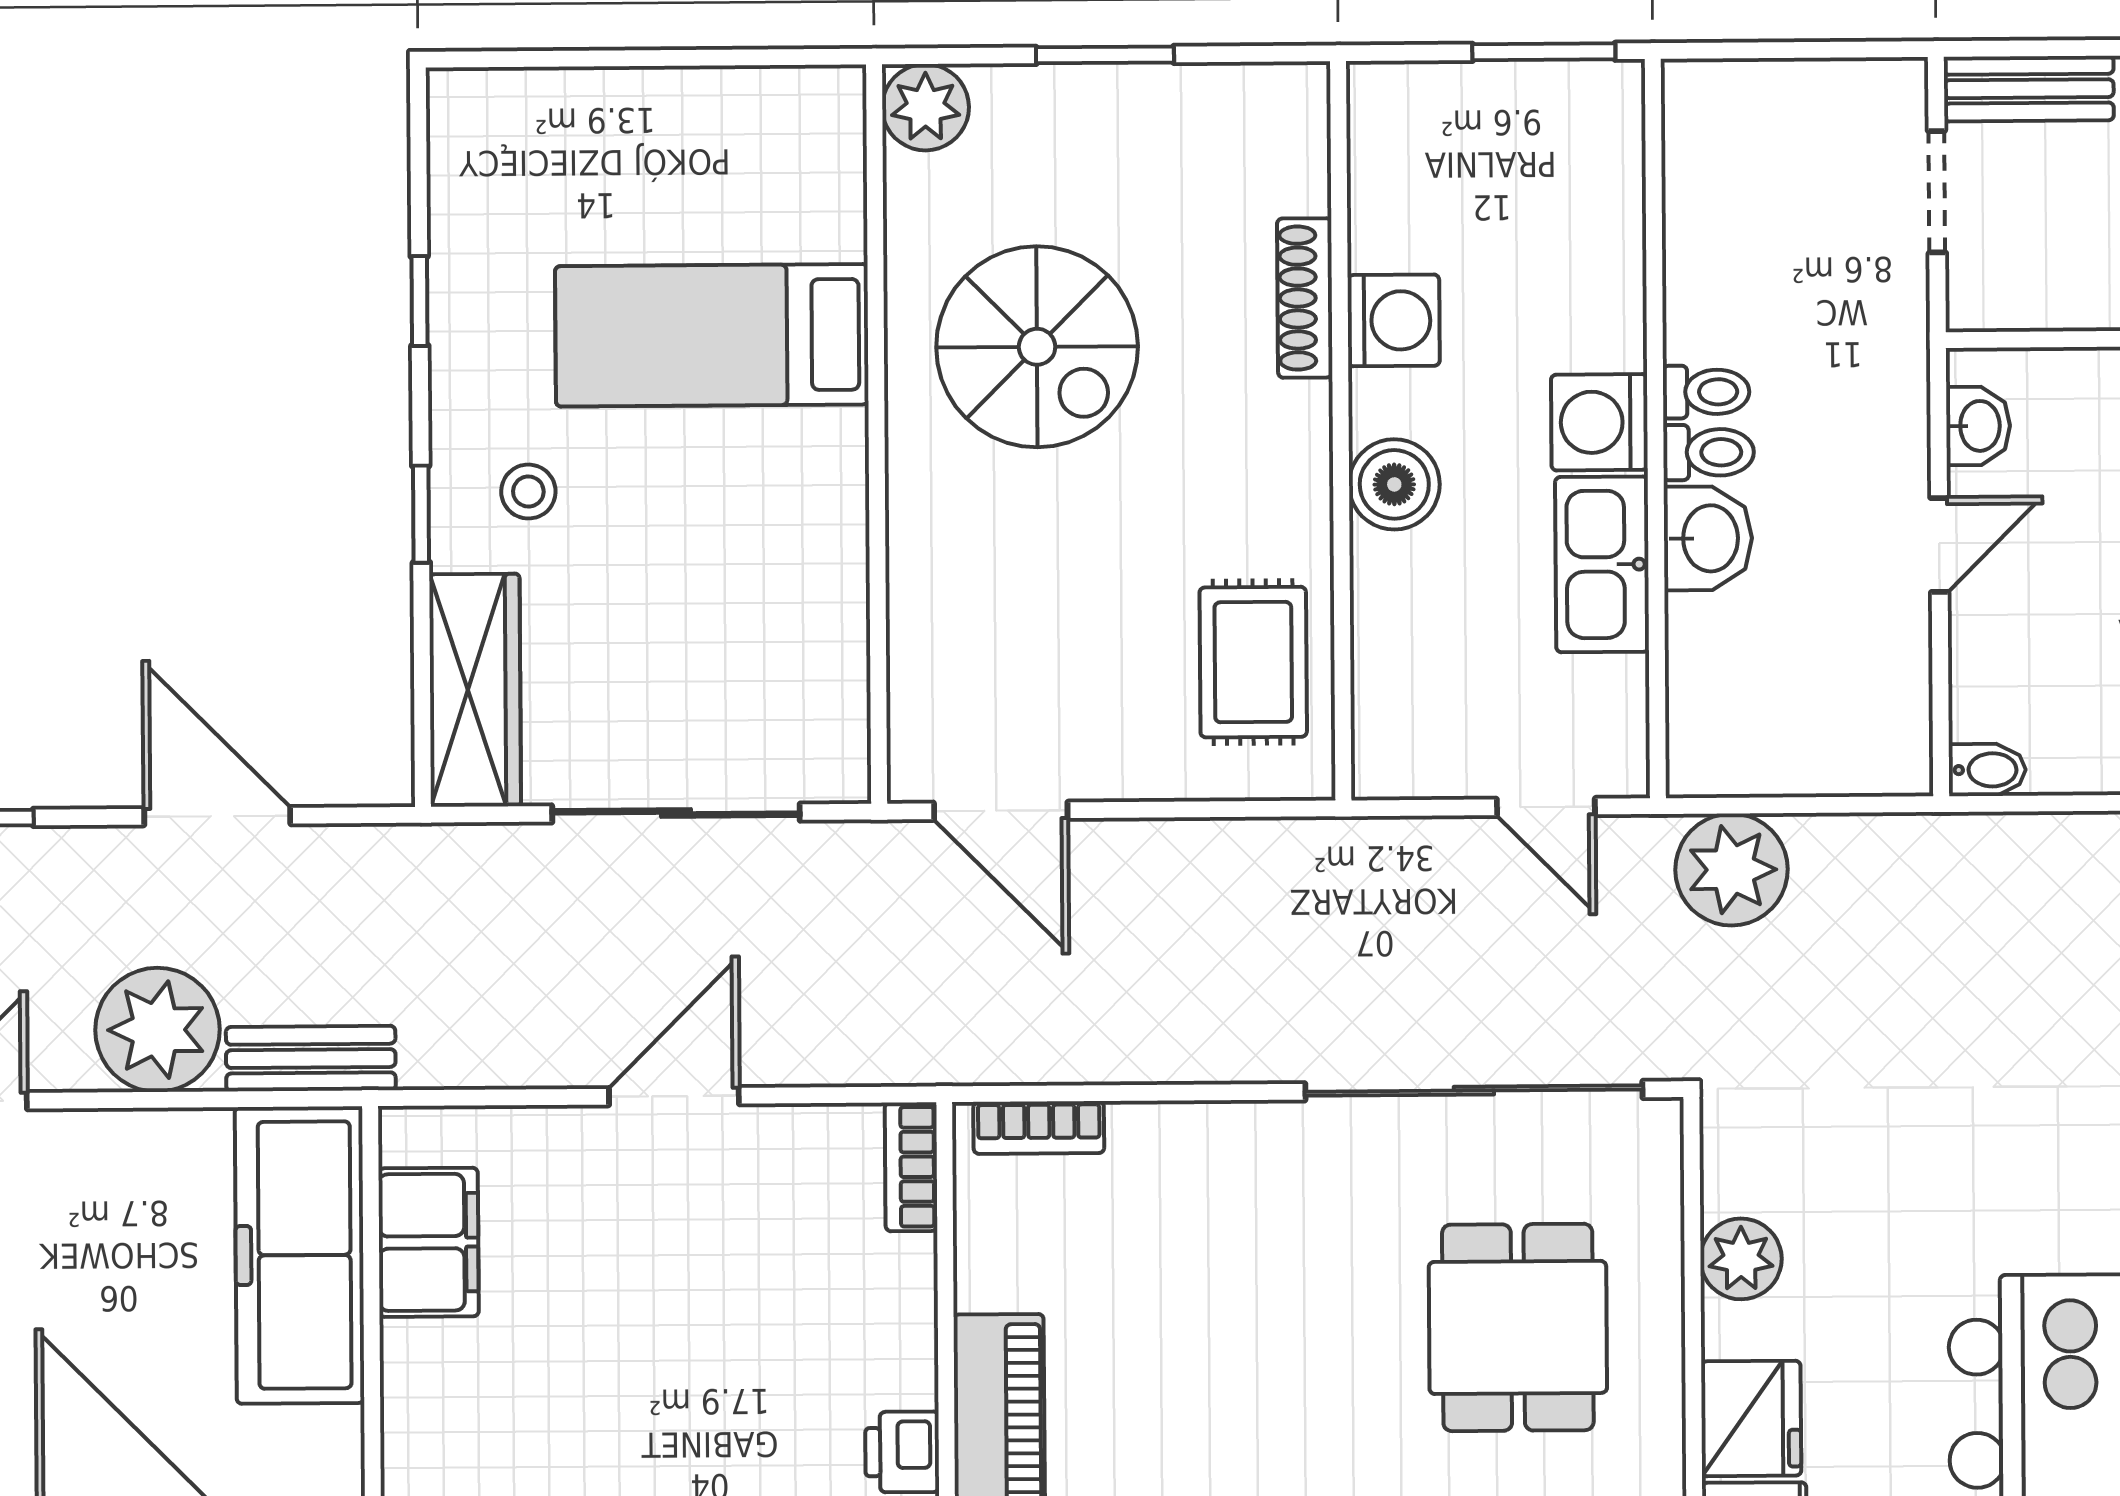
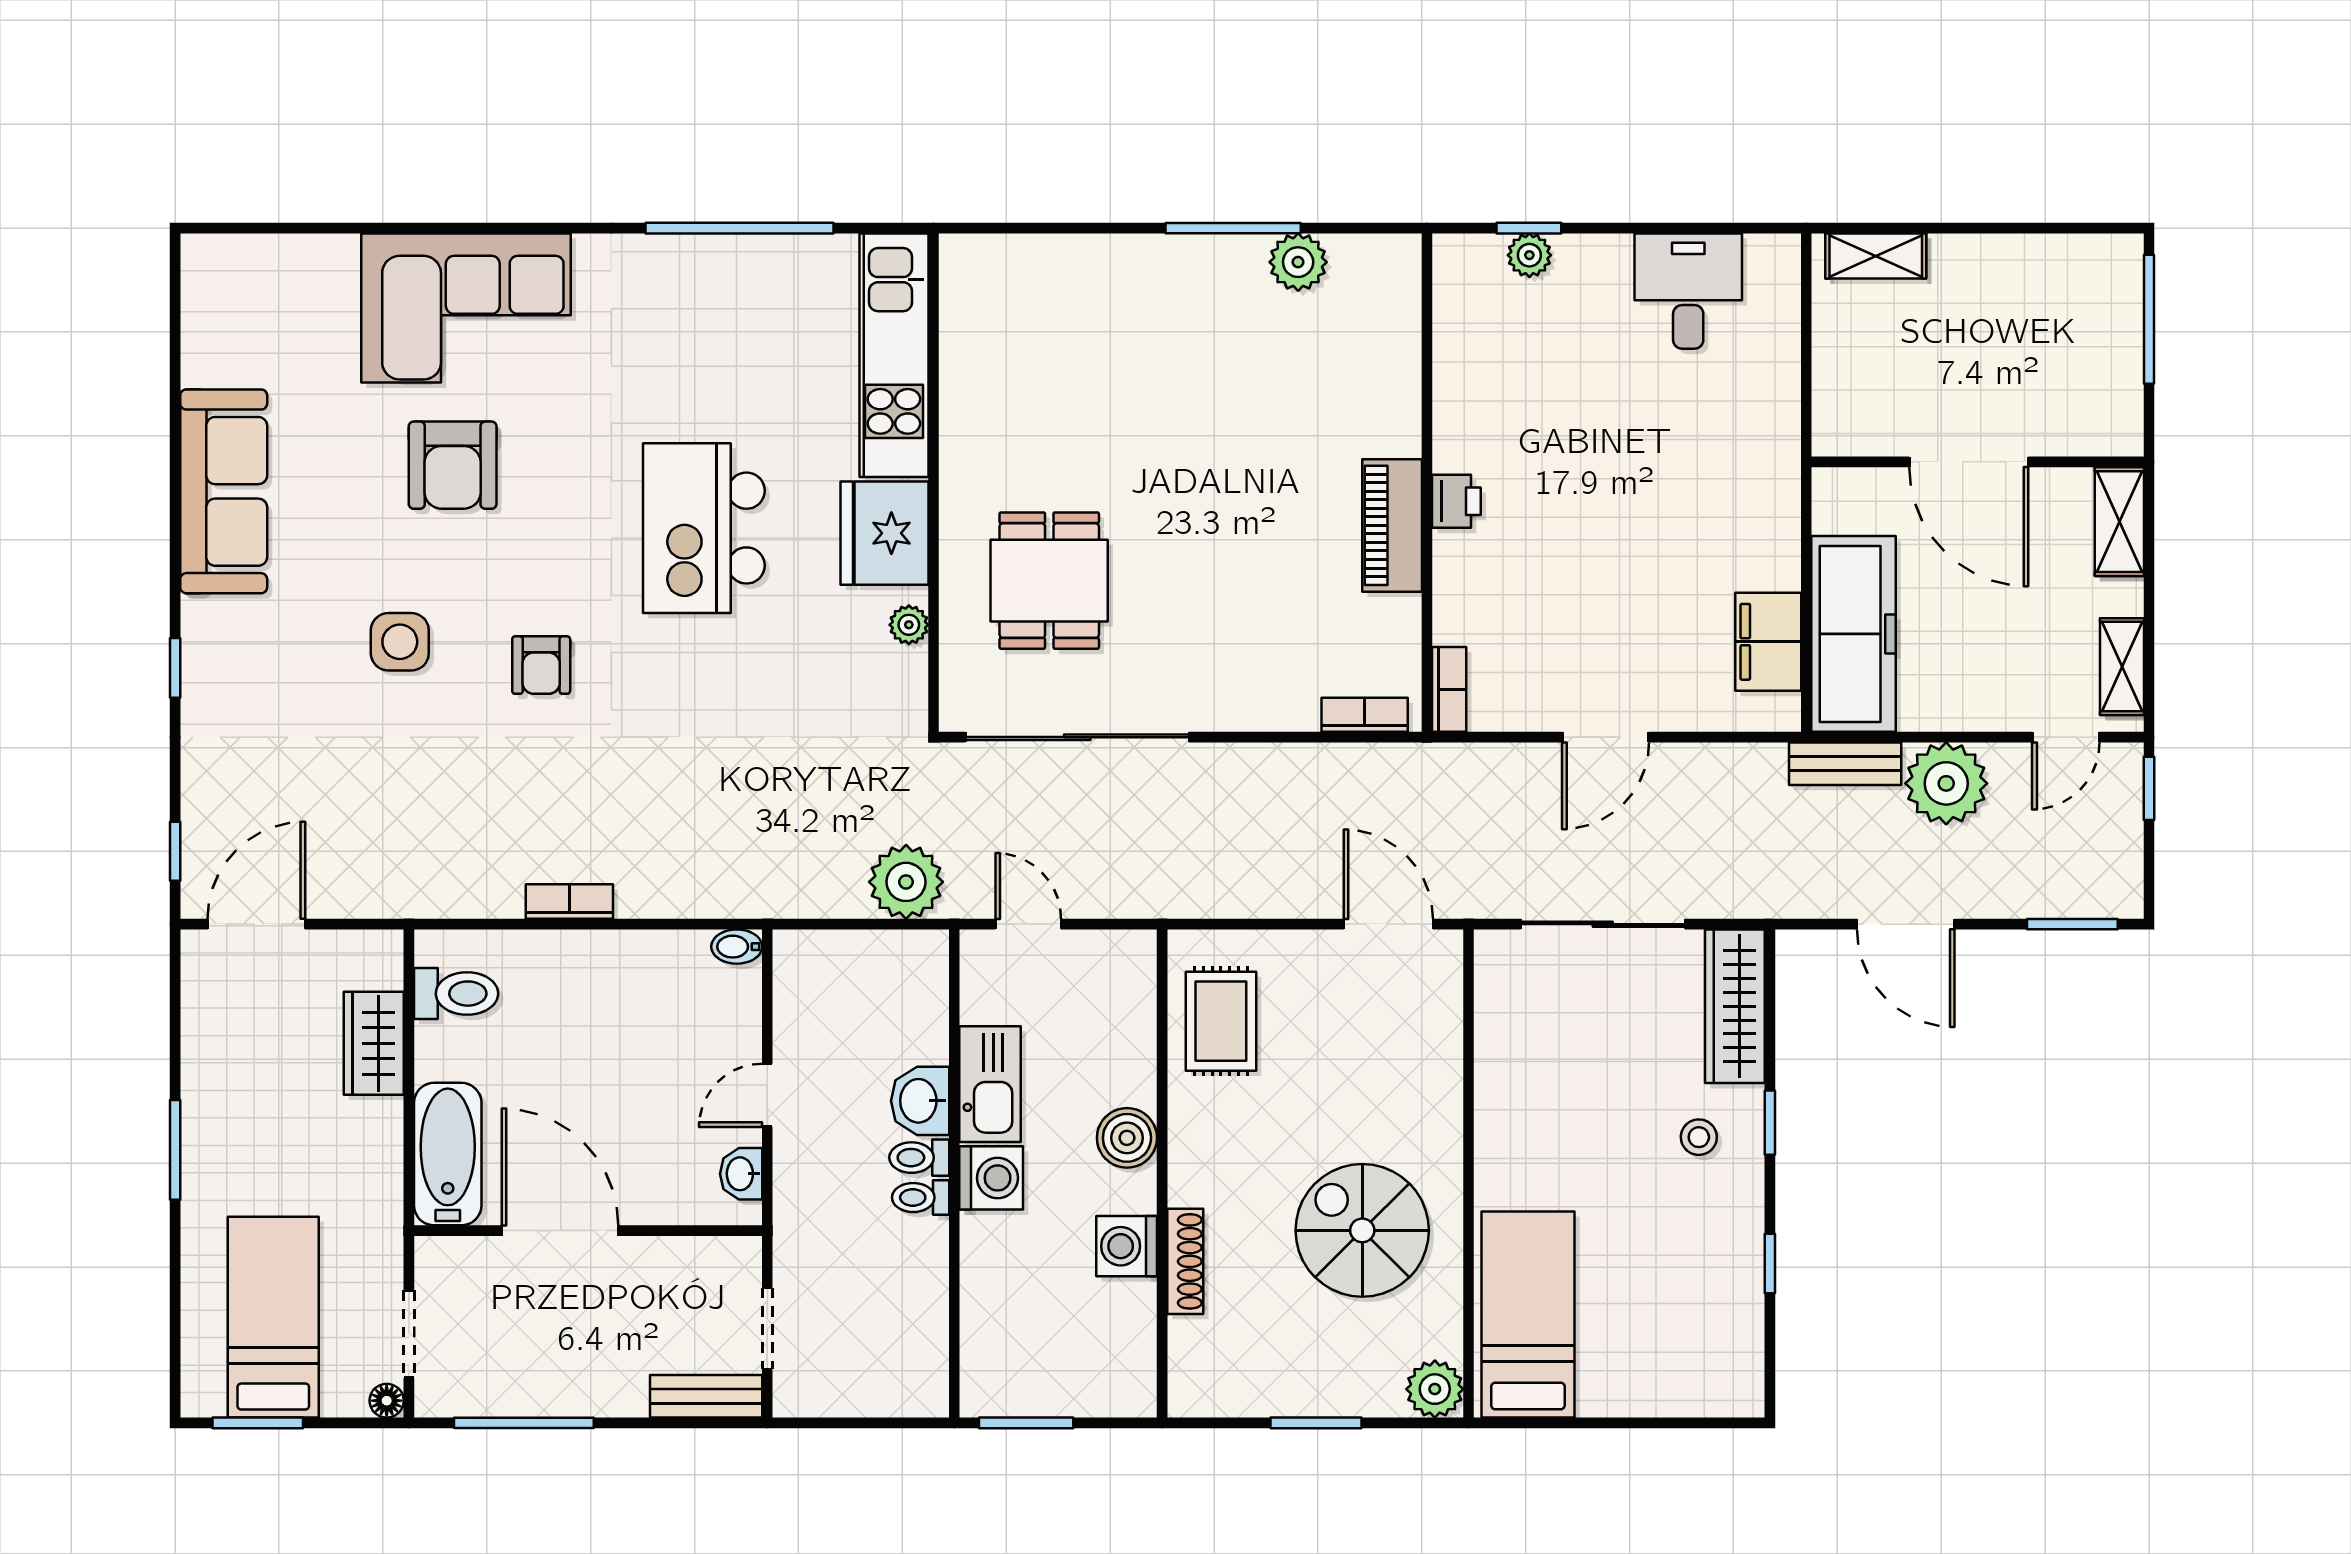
bed: (712, 335) -> (1528, 1314), moved, turned -90
plant: (1741, 1259) -> (909, 625), width x0.73, depth x0.73
fridge: (1751, 1418) -> (884, 533), width x1.36, depth x1.34

